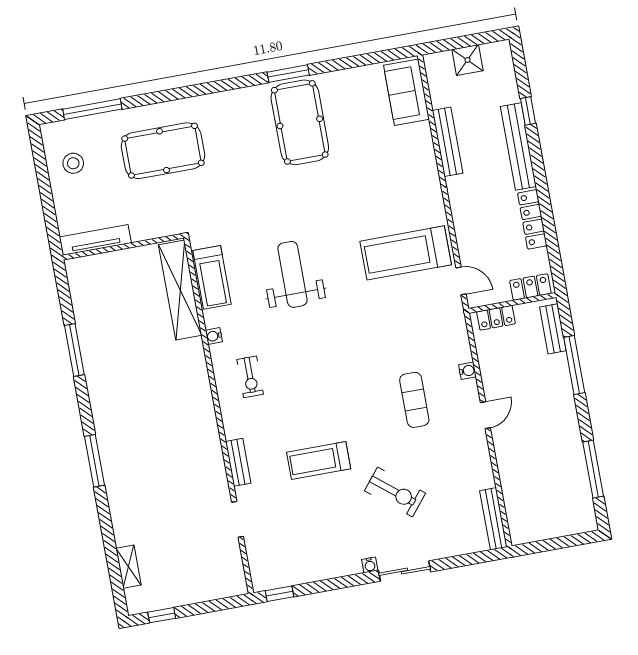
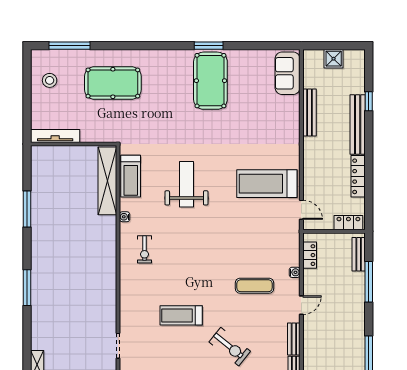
locker: (496, 318) -> (310, 255), moved, turned -90
exercise mat: (414, 400) -> (255, 286), turned 90
bench: (238, 462) -> (294, 339), moved

